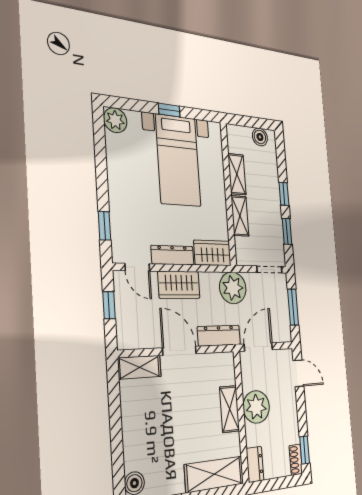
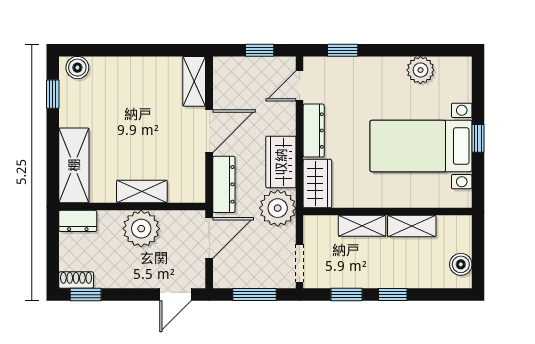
plant: (115, 120) -> (420, 70), moved
wardrobe: (179, 285) -> (281, 162), moved
door: (258, 347) -> (209, 238), hinge flipped

